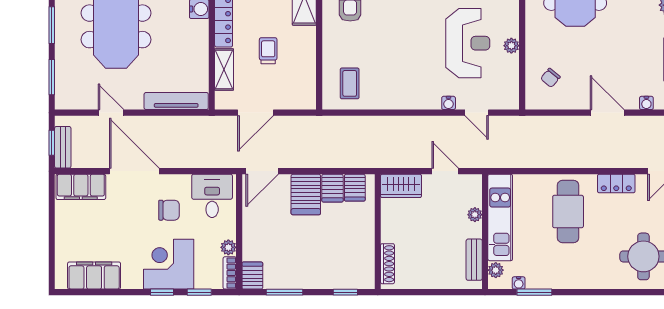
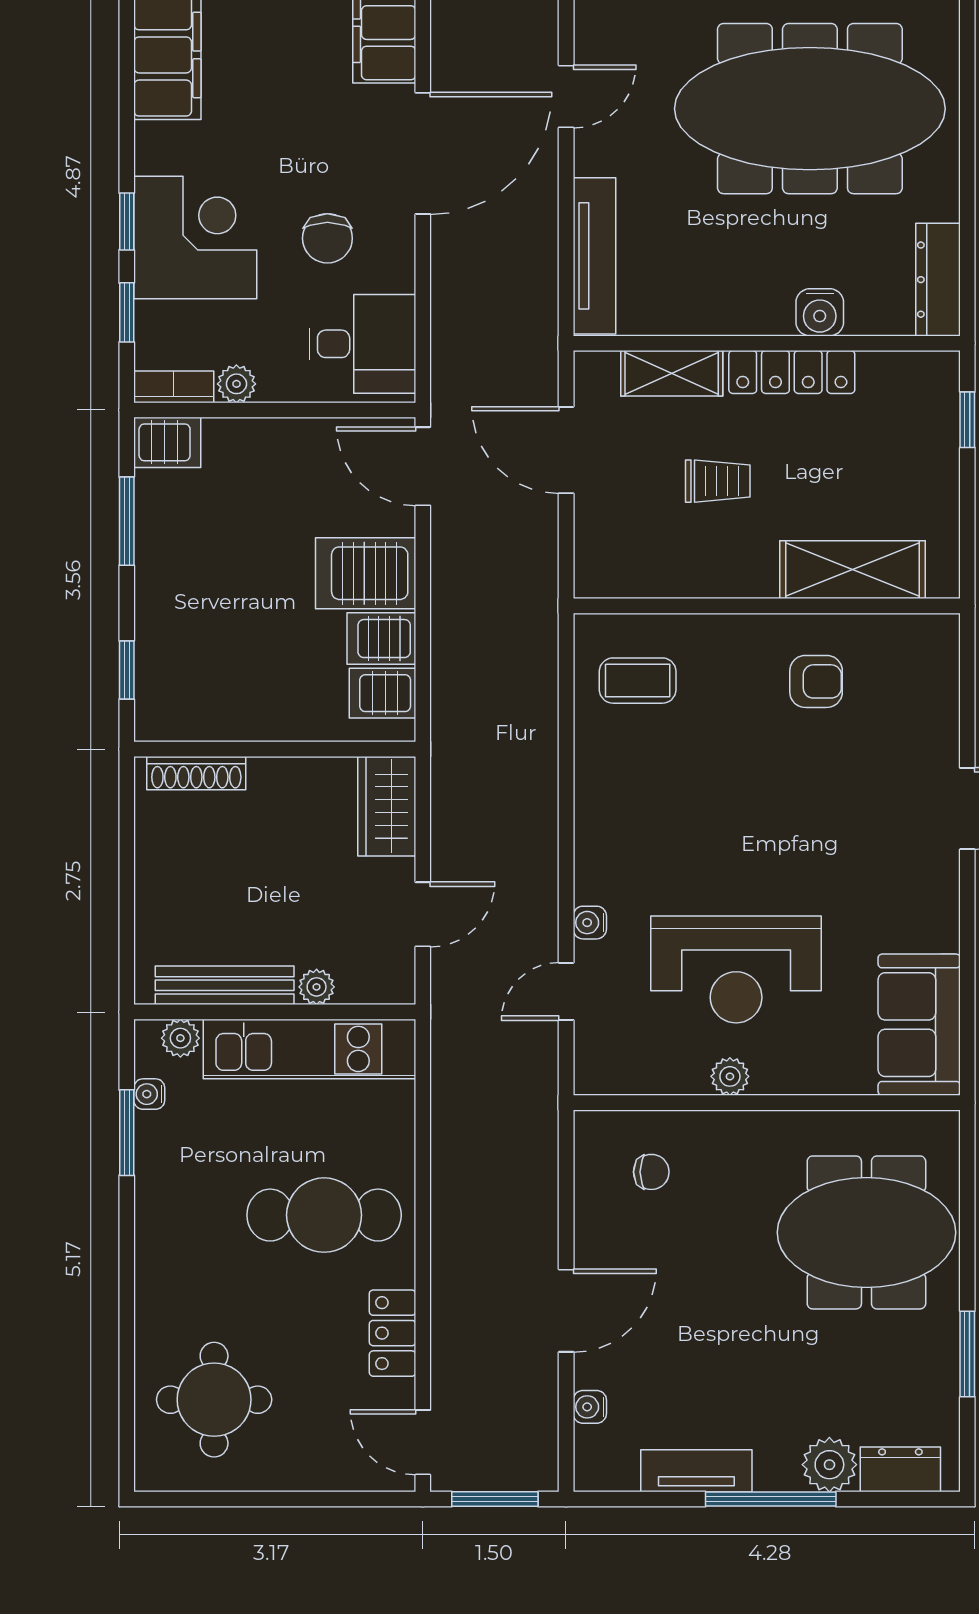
chair: (550, 78) -> (651, 1172), turned 141
bench: (474, 260) -> (225, 985), width x1.36

